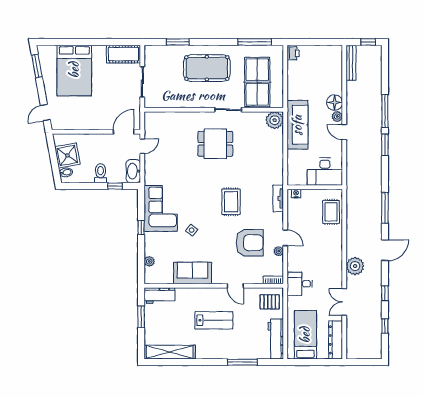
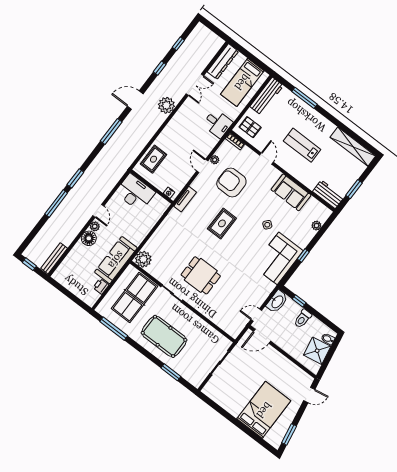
printer: (293, 53) -> (101, 286), moved
cot: (124, 54) -> (218, 394), removed
sofa: (297, 125) -> (116, 260), moved

